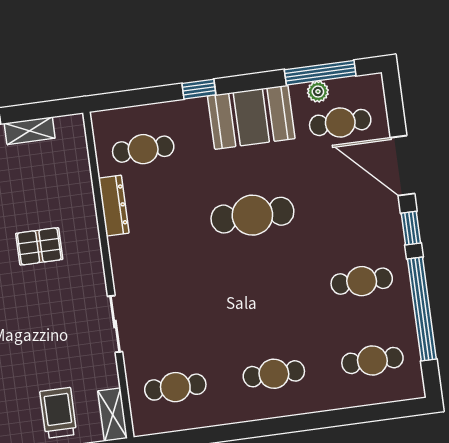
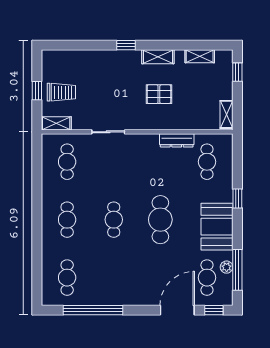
shelving: (30, 131) -> (226, 114), moved
window: (411, 228) -> (214, 310), moved
pallet: (39, 246) -> (159, 94), turned 90
cafe table: (362, 281) -> (114, 220), moved

